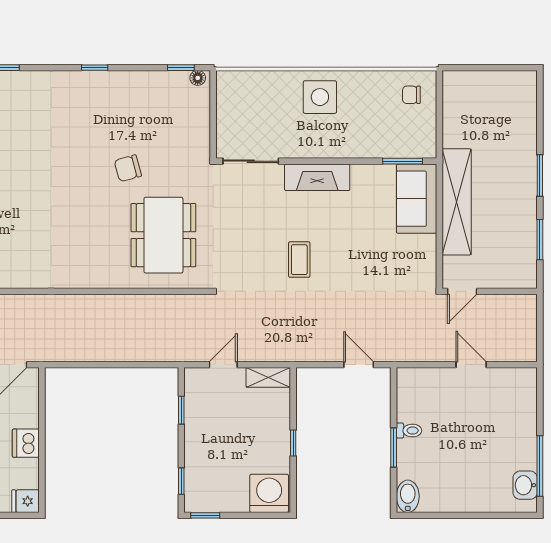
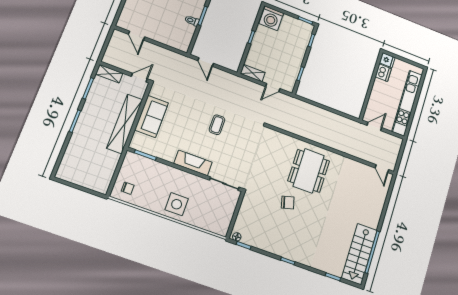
sofa: (417, 199) -> (152, 116), moved
dining table: (163, 235) -> (309, 171), moved
shelving: (515, 279) -> (109, 74), added
door: (471, 365) -> (137, 36), moved
dishwasher: (26, 443) -> (383, 73), moved

